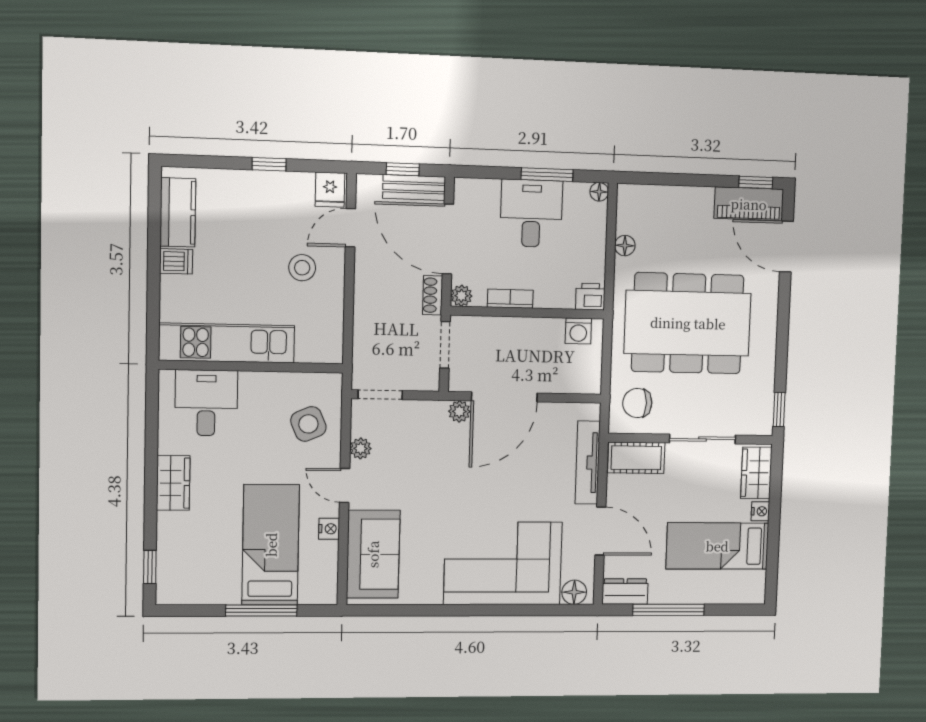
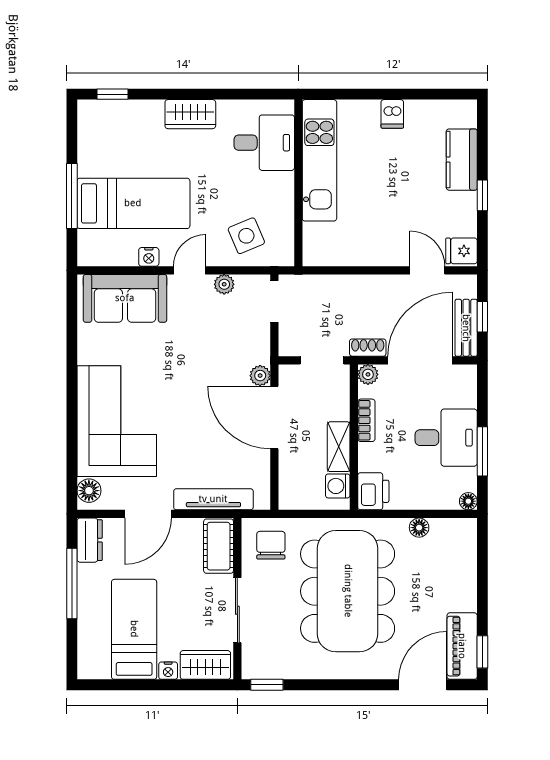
kitchen counter: (178, 212) -> (462, 160), moved, turned 90
stool: (302, 268) -> (390, 227), removed
printer: (590, 297) -> (373, 491), width x1.36, depth x1.24
shelving: (537, 329) -> (339, 447), added

